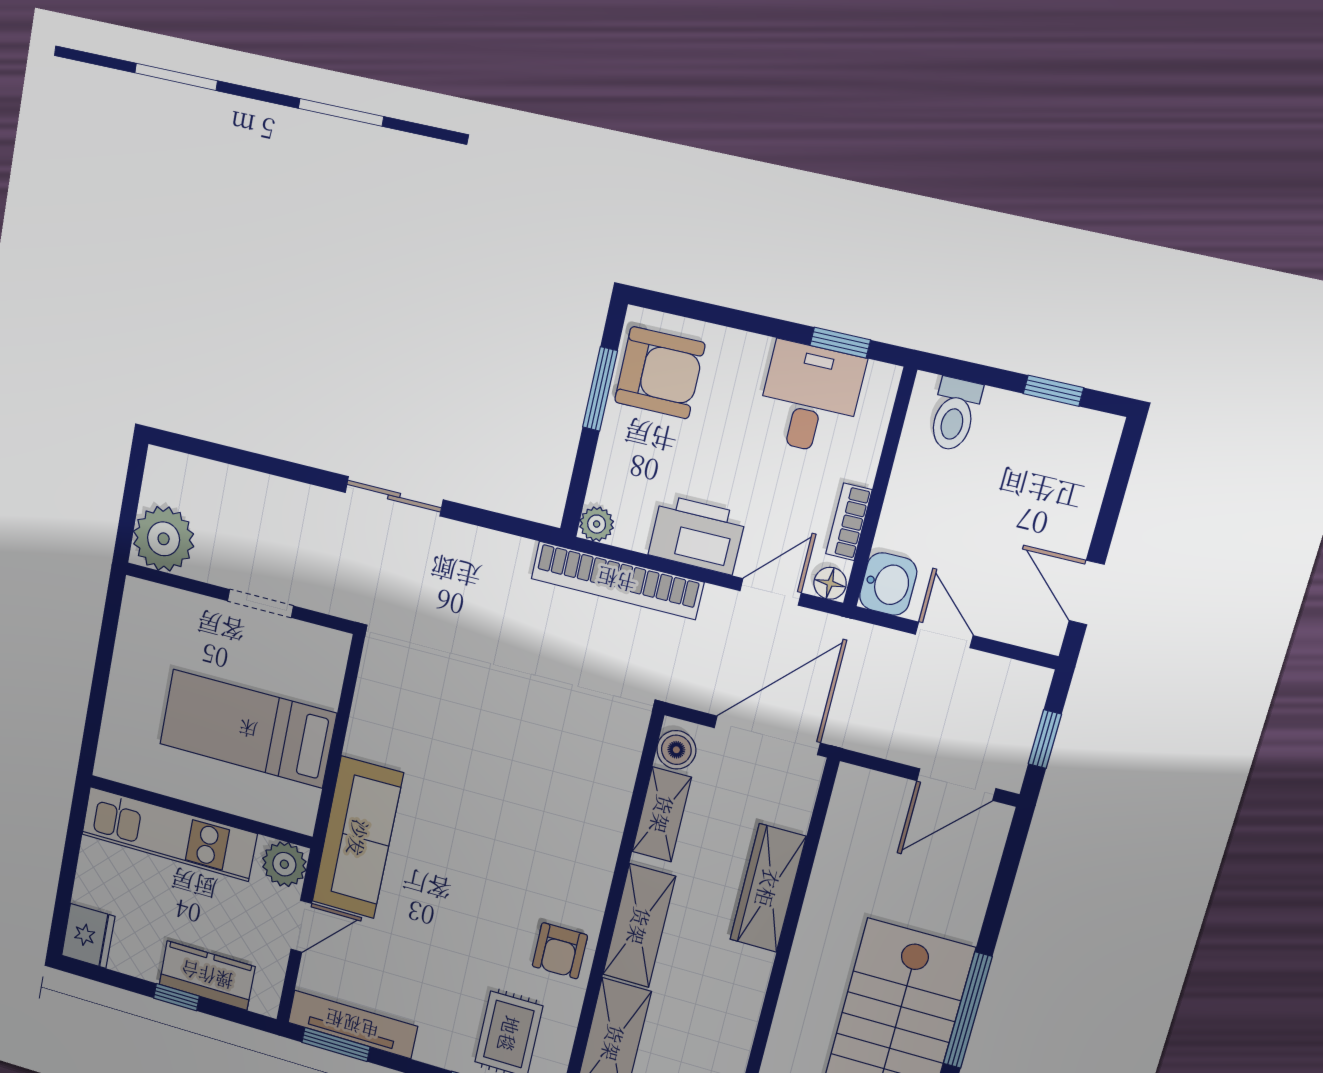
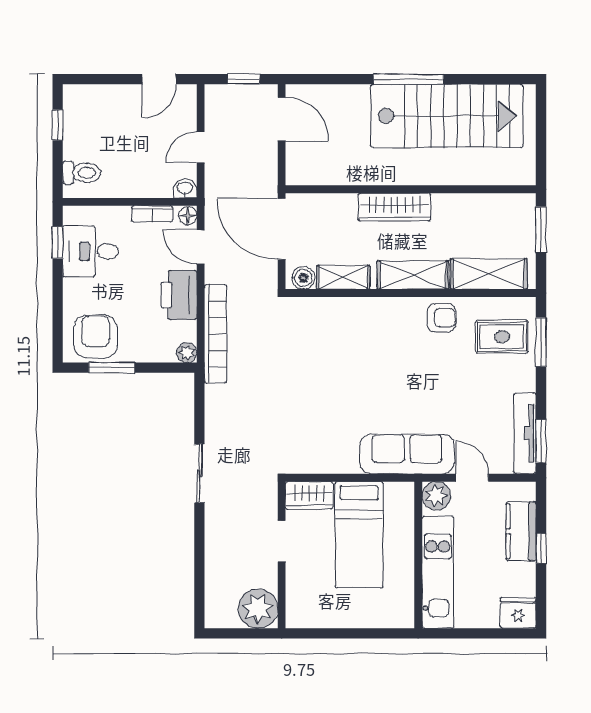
washbasin: (888, 584) -> (185, 189), width x0.72, depth x0.69
wardrobe: (324, 666) -> (309, 495), added
wardrobe: (768, 888) -> (394, 207), moved

